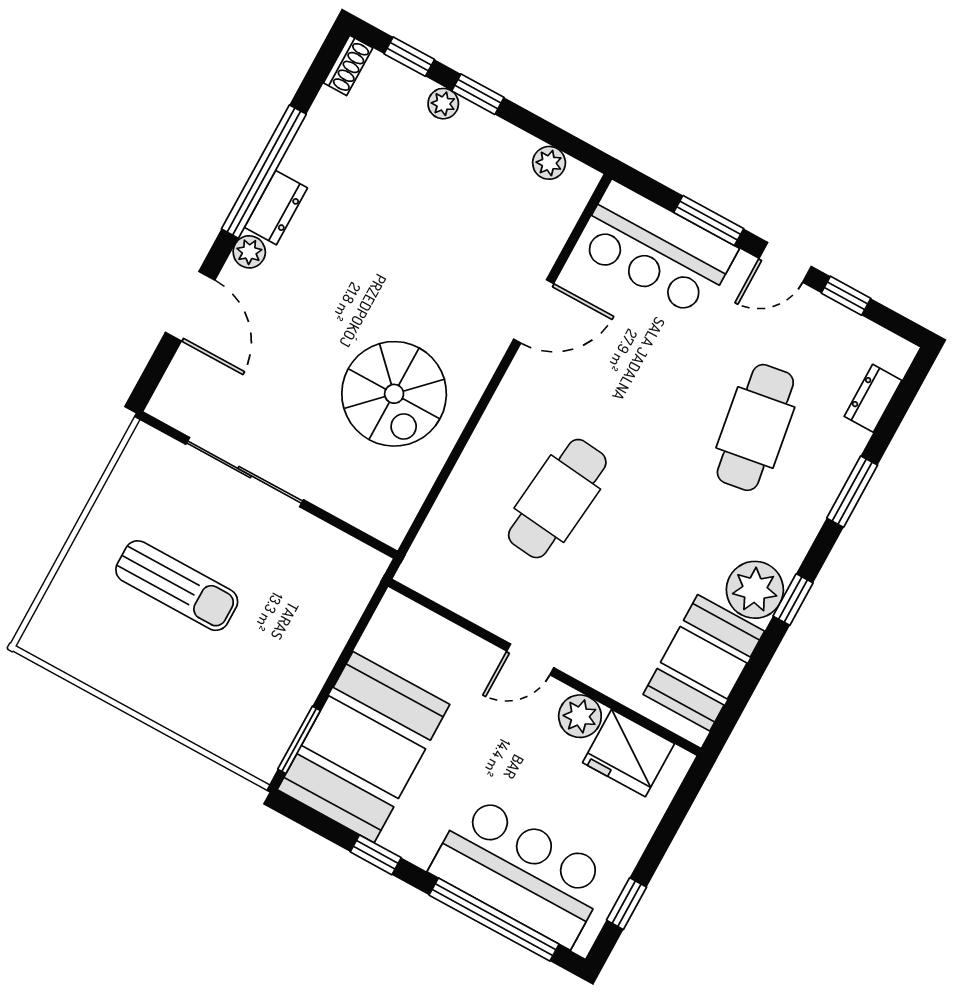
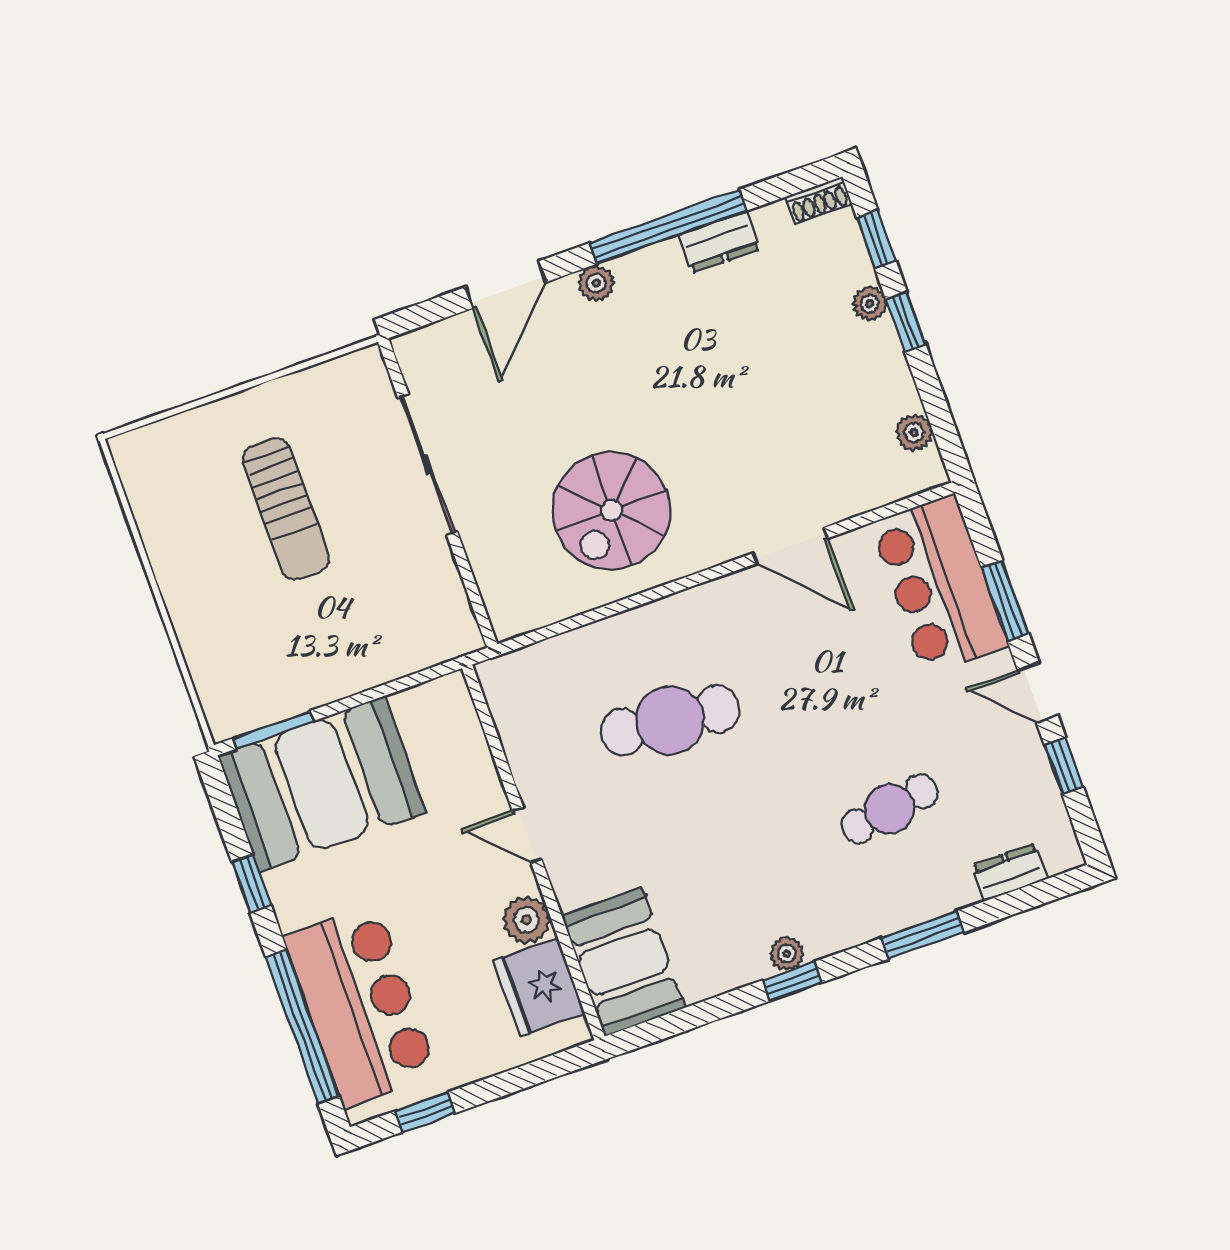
dresser: (276, 208) -> (719, 242), moved
cafe table: (755, 427) -> (889, 809), width x0.73, depth x0.74
plant: (755, 590) -> (787, 954), width x0.53, depth x0.53
booth: (704, 663) -> (623, 962), moved, turned 90

